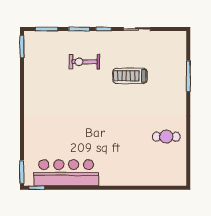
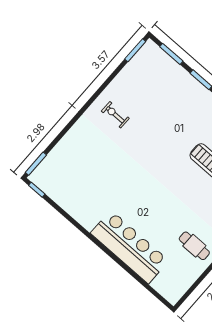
exercise bike: (85, 62) -> (115, 115), moved, width x0.73, depth x0.72
bar counter: (66, 173) -> (130, 247), moved

